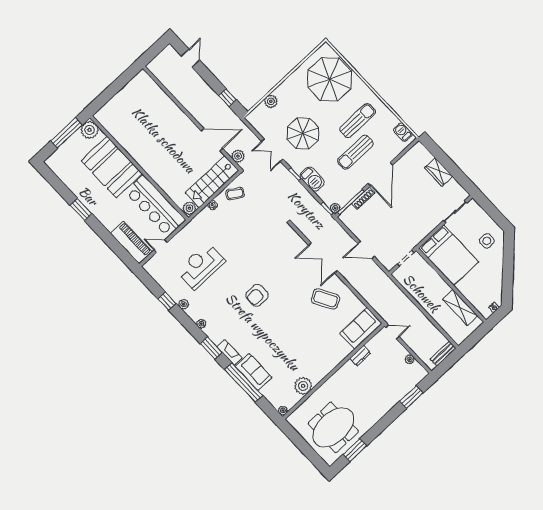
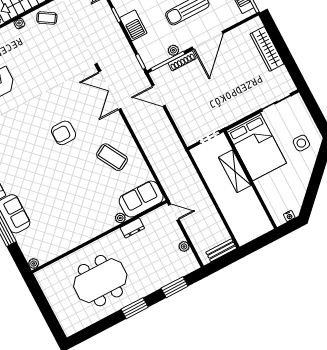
wardrobe: (439, 172) -> (267, 49), width x1.50
plant: (335, 208) -> (173, 50), moved
door: (366, 250) -> (159, 96), moved
double door: (323, 258) -> (110, 90), moved
armchair: (257, 295) -> (64, 133), moved
shelving: (460, 308) -> (235, 171), moved
plant: (303, 386) -> (120, 218), moved, width x0.53, depth x0.53
meeting table: (333, 427) -> (100, 281), moved
window: (355, 450) -> (135, 308), moved

